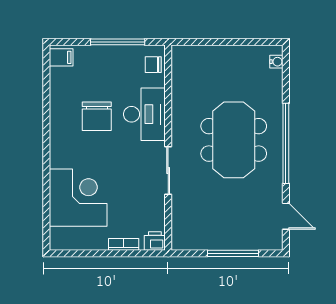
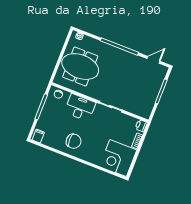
chair: (97, 116) -> (74, 141), moved
meeting table: (234, 140) -> (80, 67), moved
corner desk: (78, 198) -> (118, 158), moved, turned -90

